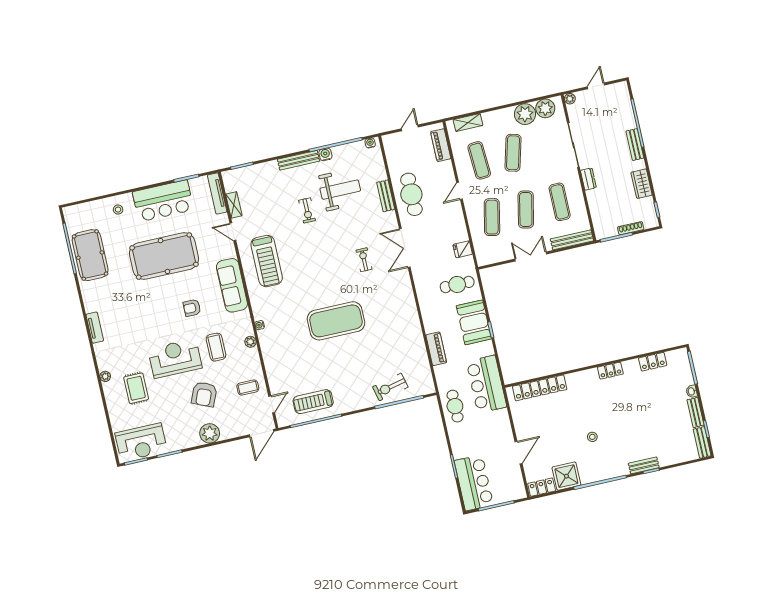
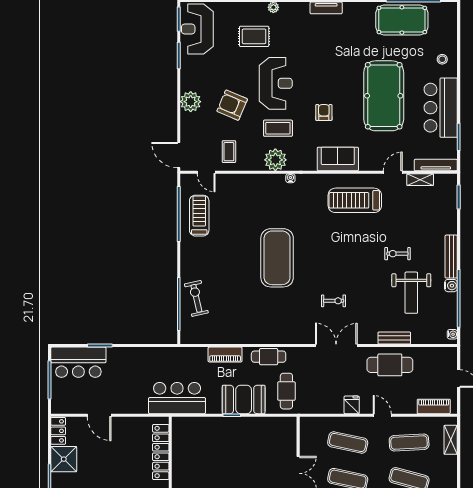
fridge: (463, 249) -> (352, 405), moved
sofa: (232, 285) -> (338, 159), width x0.73
plant: (250, 342) -> (275, 160), width x1.88, depth x1.88
cafe table: (455, 406) -> (269, 357), moved

